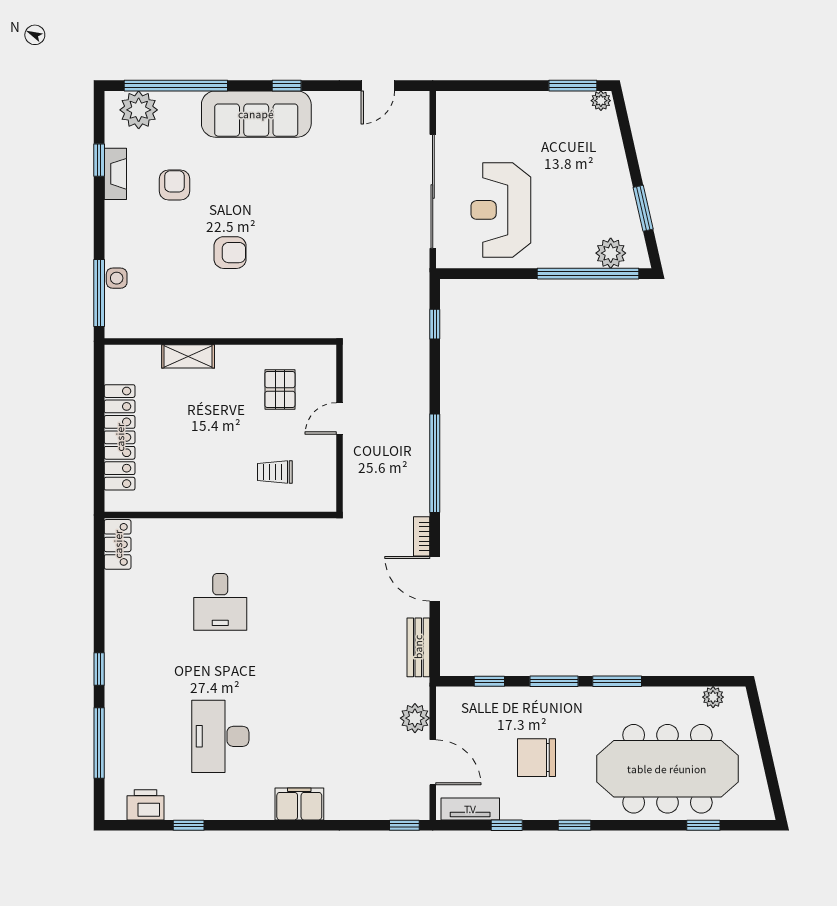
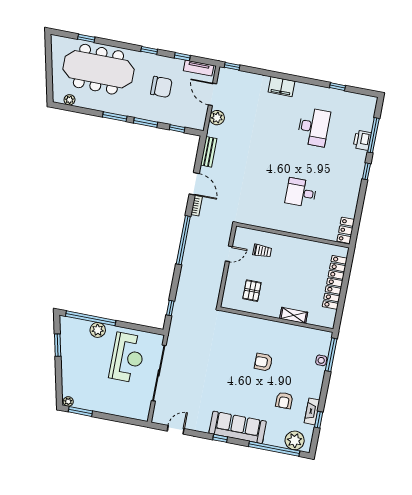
plant: (611, 253) -> (98, 330), moved
door: (339, 418) -> (229, 254), moved
desk: (220, 602) -> (301, 193), turned -90
printer: (146, 805) -> (362, 140), moved, turned 90

